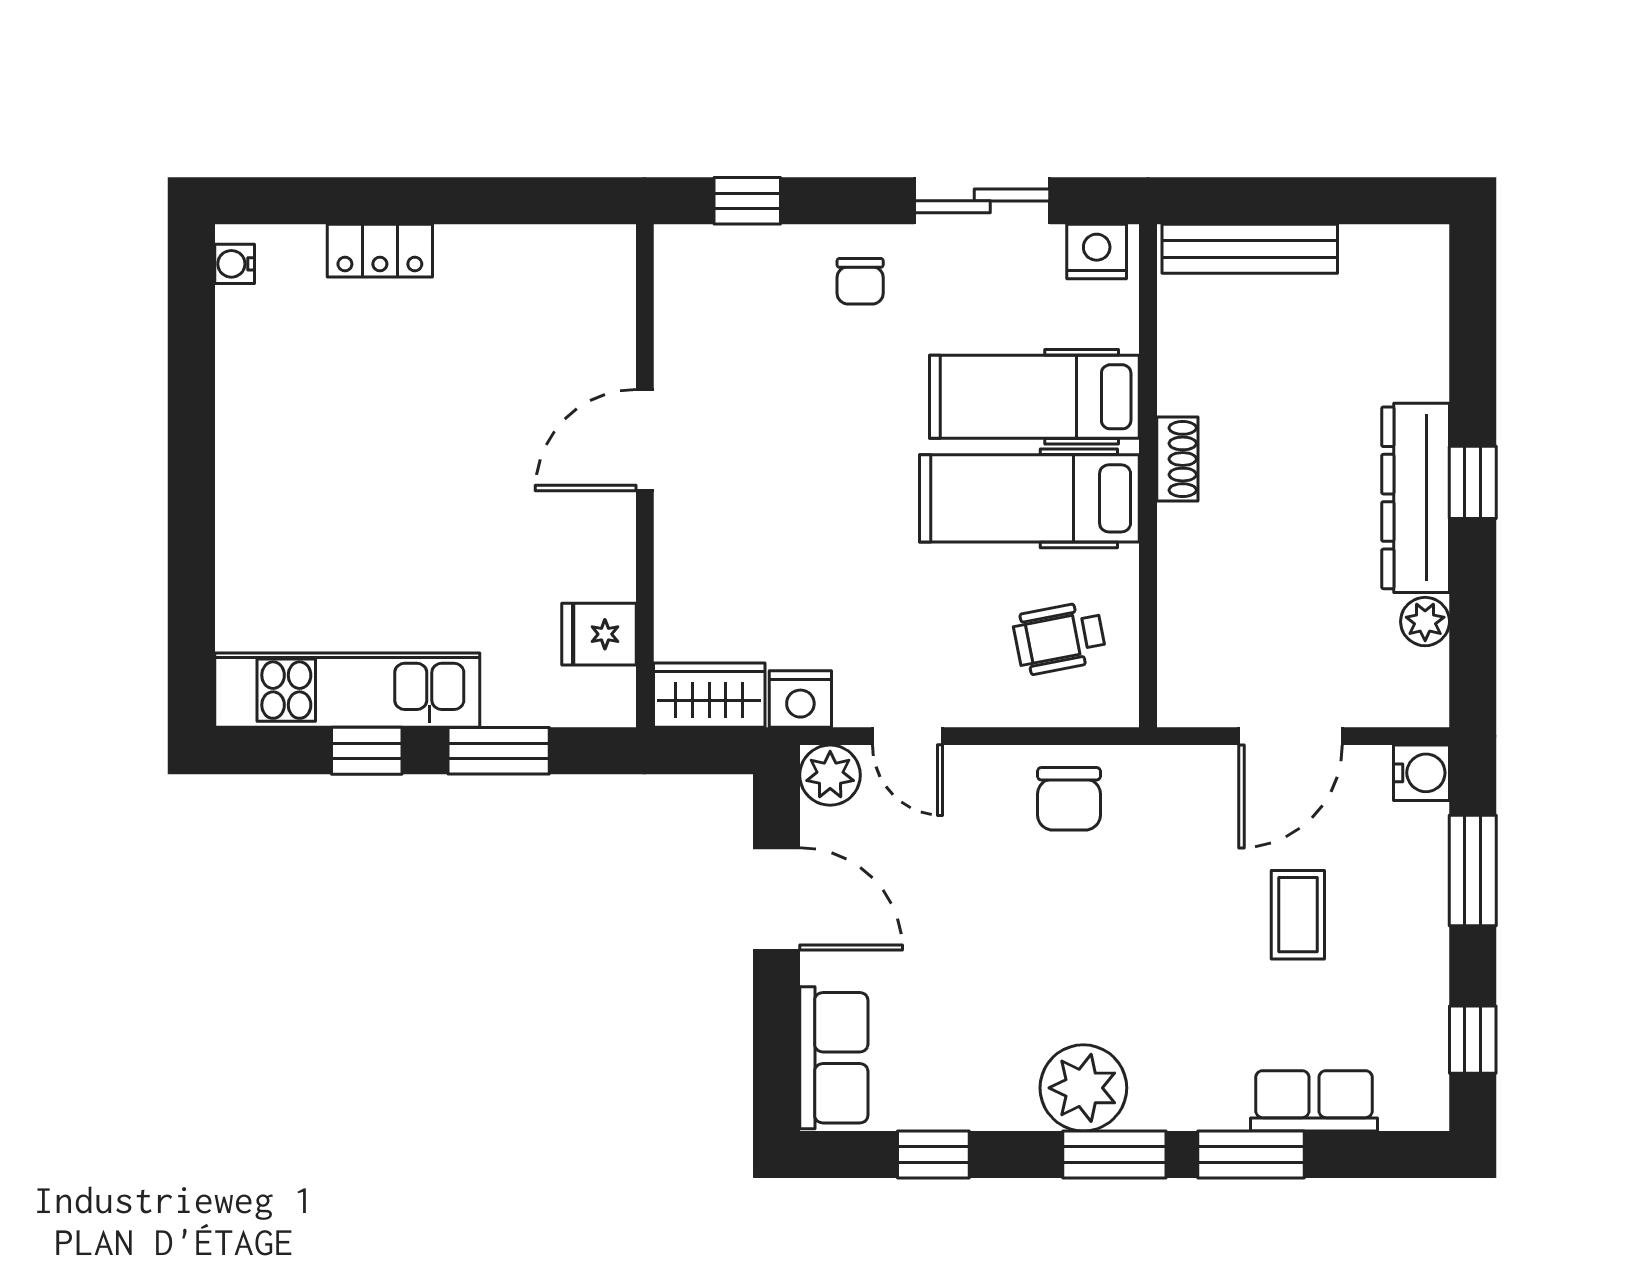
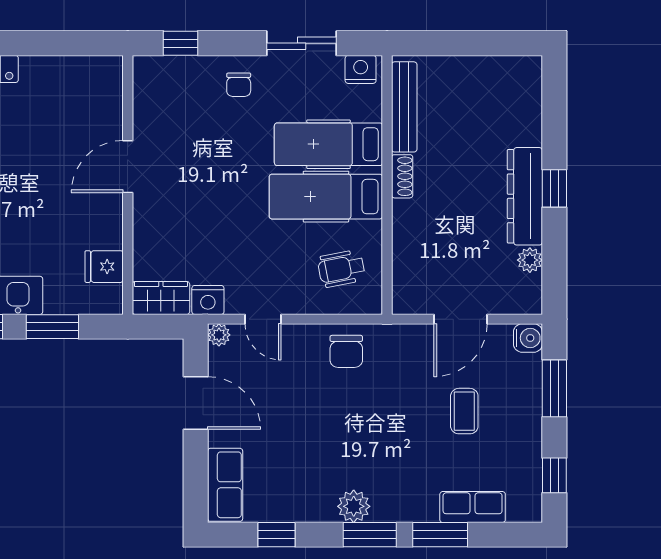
bench: (1250, 249) -> (404, 107), moved, turned 90
plant: (830, 775) -> (219, 335), width x0.73, depth x0.73
plant: (1083, 1088) -> (354, 506), width x0.73, depth x0.73

